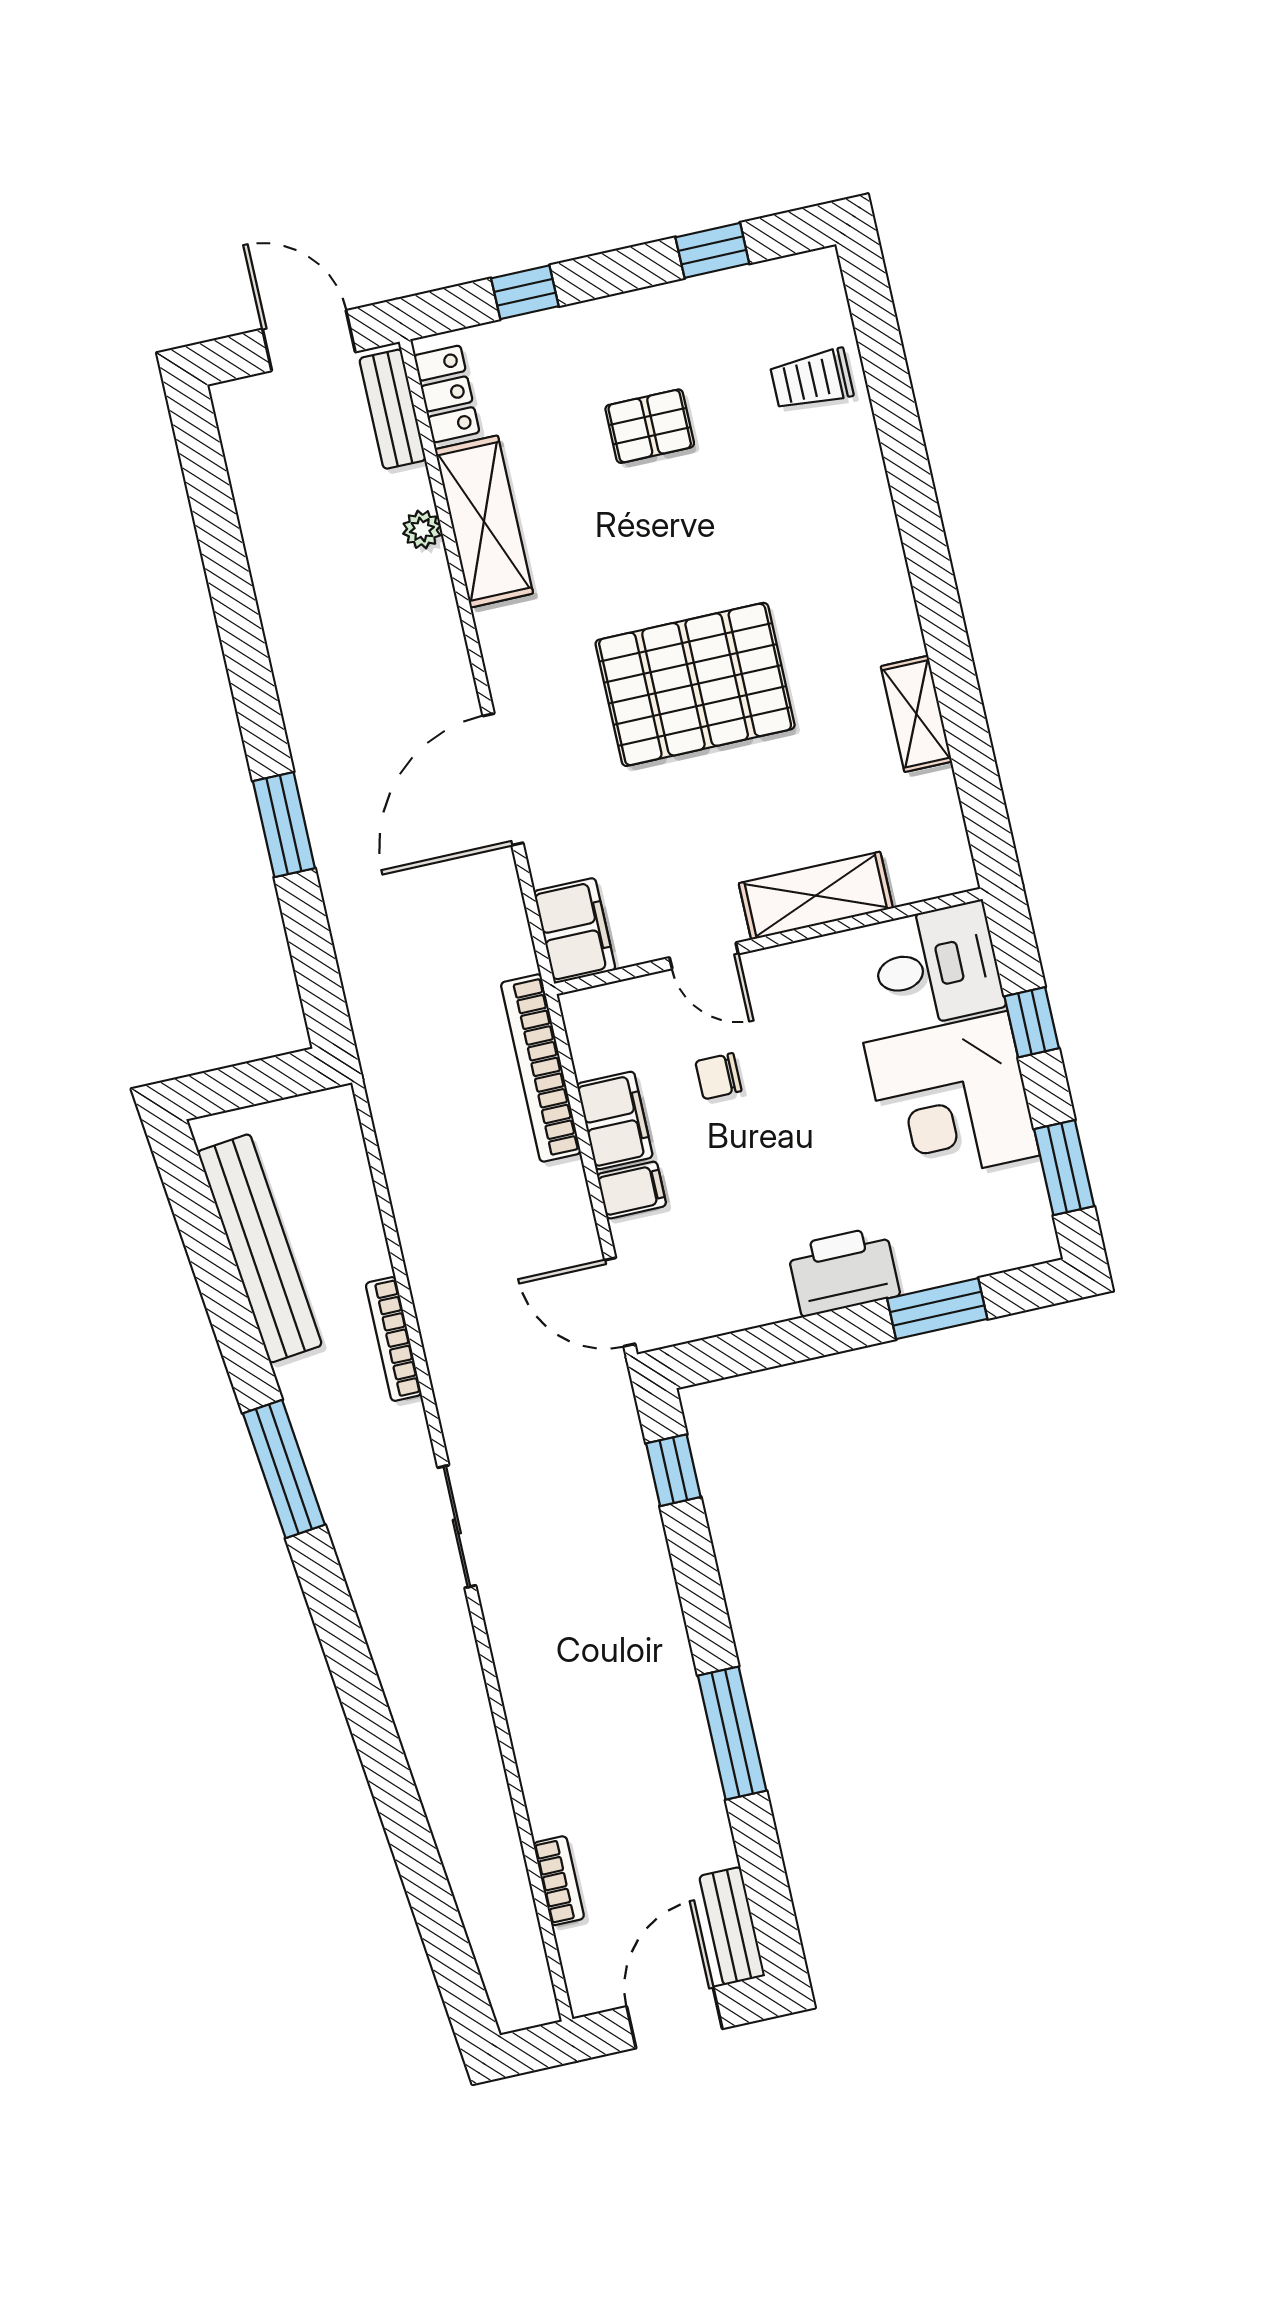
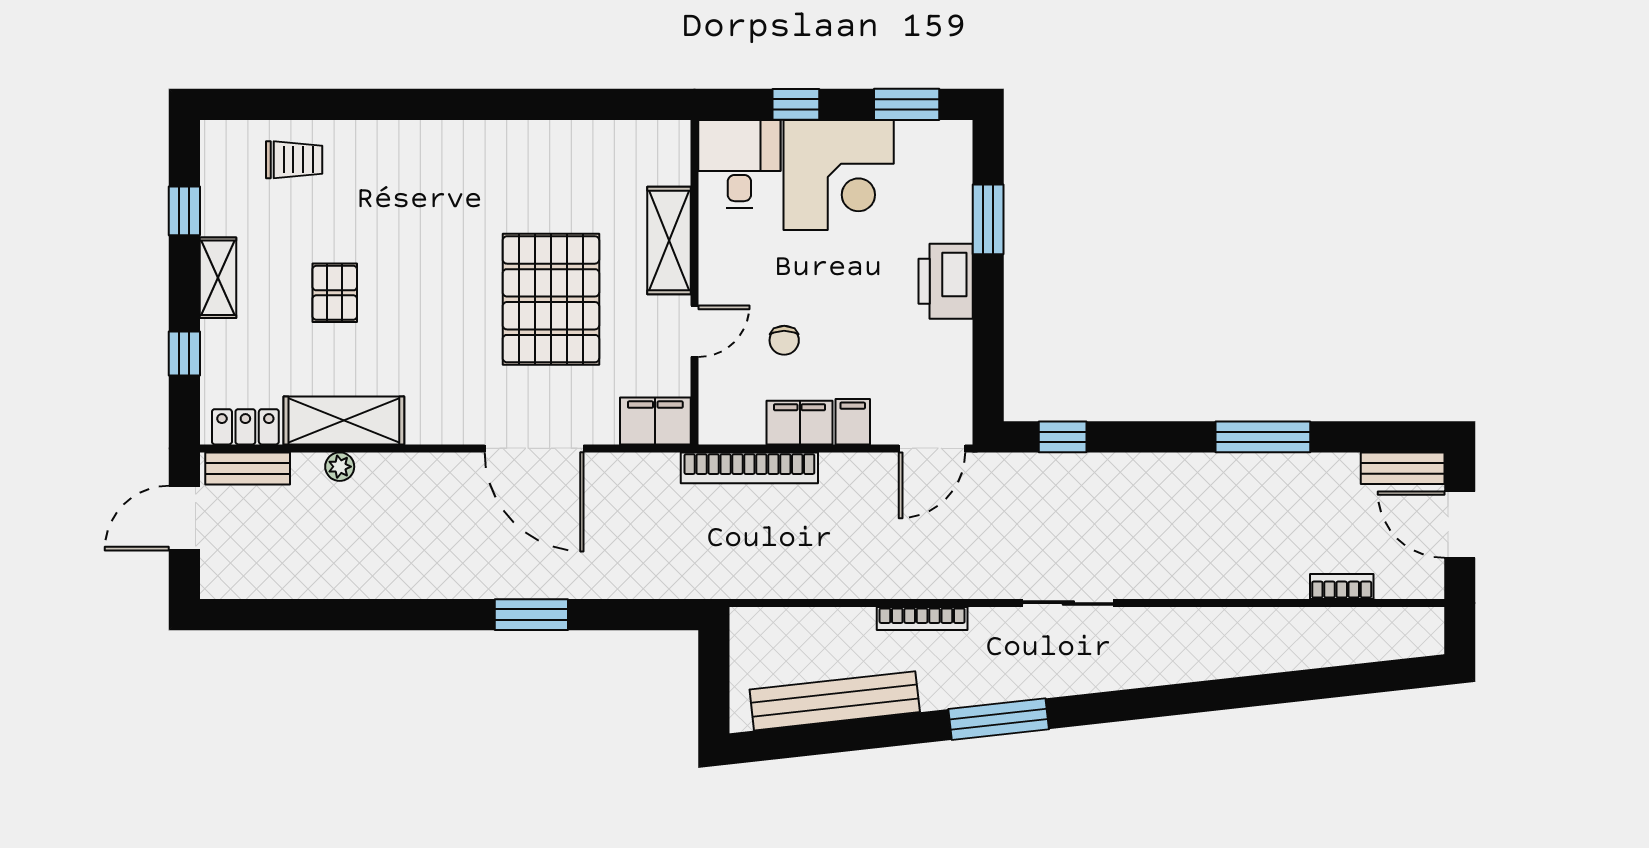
trolley: (812, 380) -> (294, 160), turned -90
pallet: (650, 426) -> (335, 293), moved
pallet: (695, 684) -> (551, 299), moved
shelving: (916, 714) -> (218, 278), moved, turned 90

